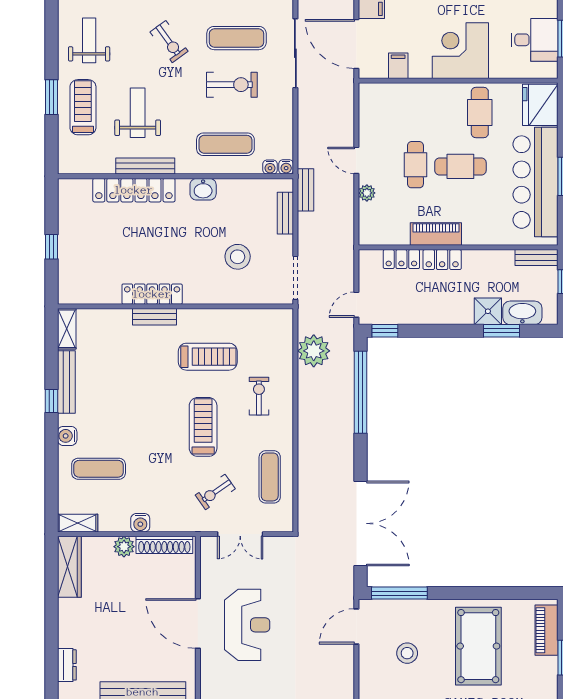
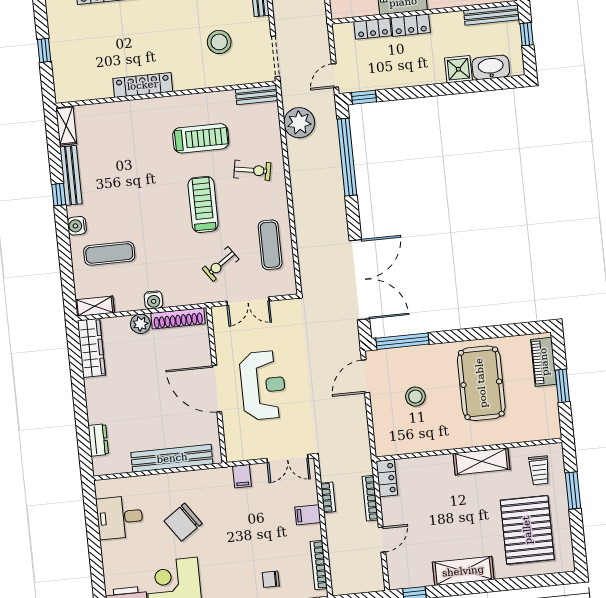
bench: (536, 258) -> (492, 15), width x1.36
bench: (155, 317) -> (257, 95), moved
window: (502, 331) -> (473, 86), removed
exercise bike: (259, 396) -> (252, 170), turned 100

